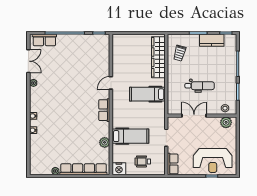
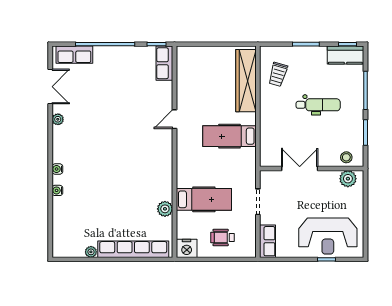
kitchen counter: (212, 40) -> (345, 55), moved
dental chair: (200, 86) -> (318, 105), moved
row of seats: (104, 110) -> (164, 63), moved

